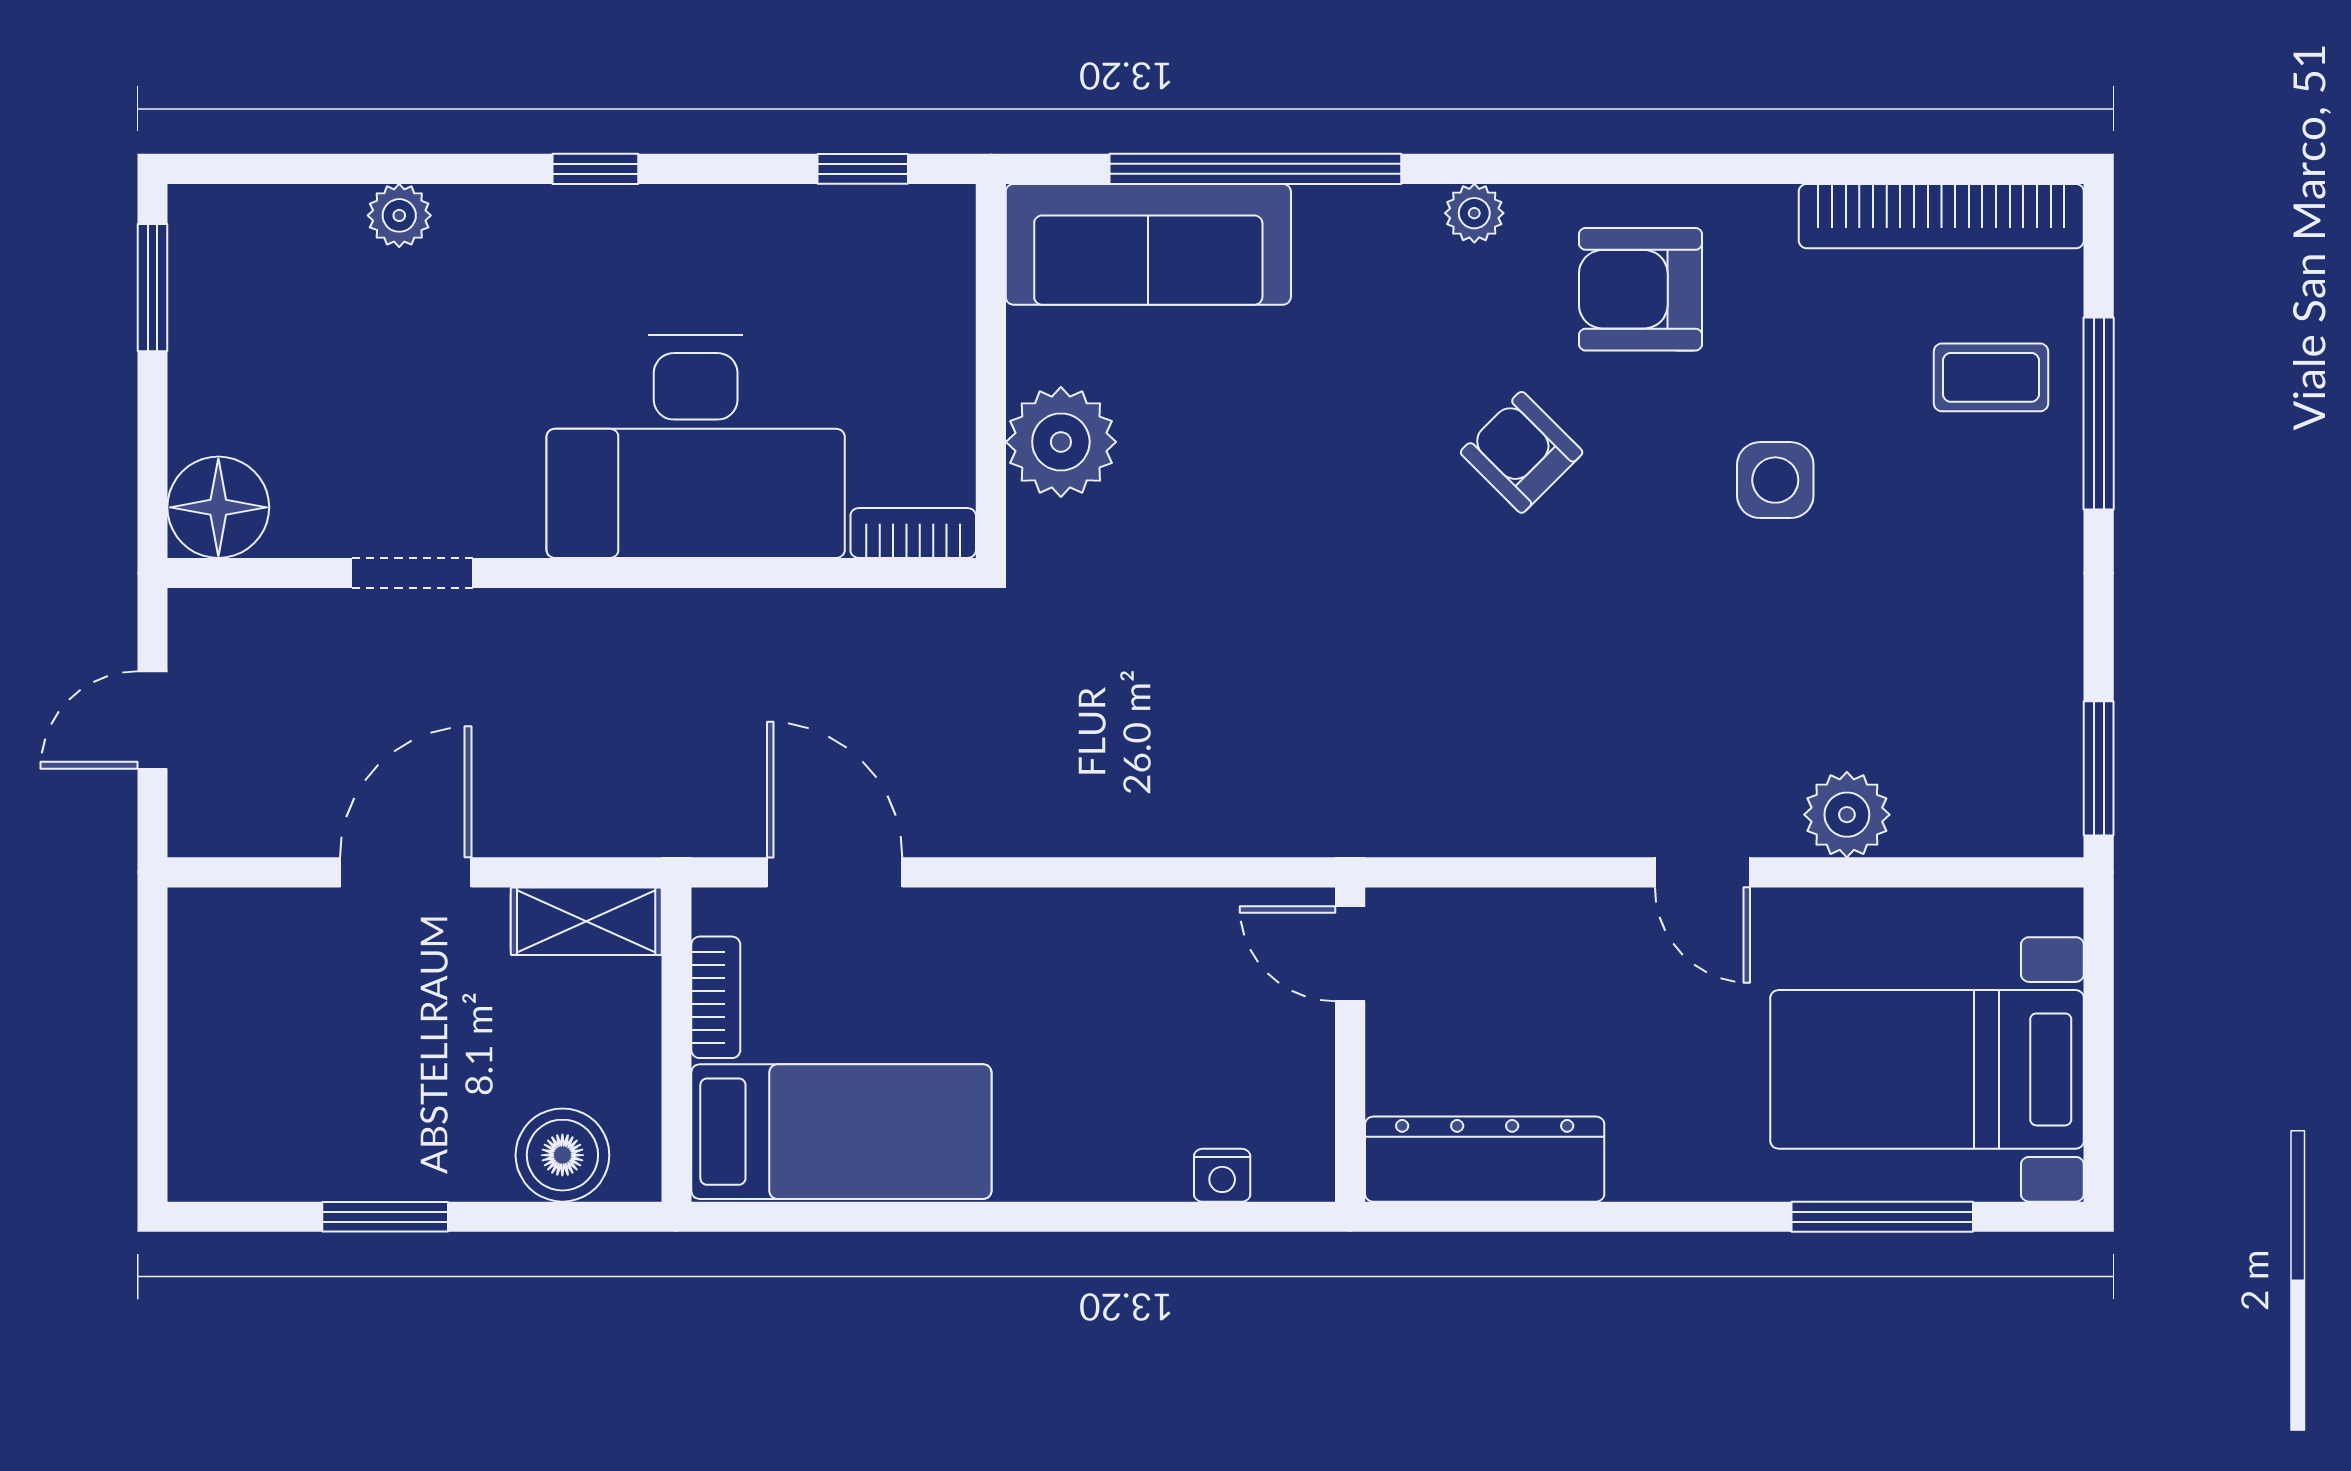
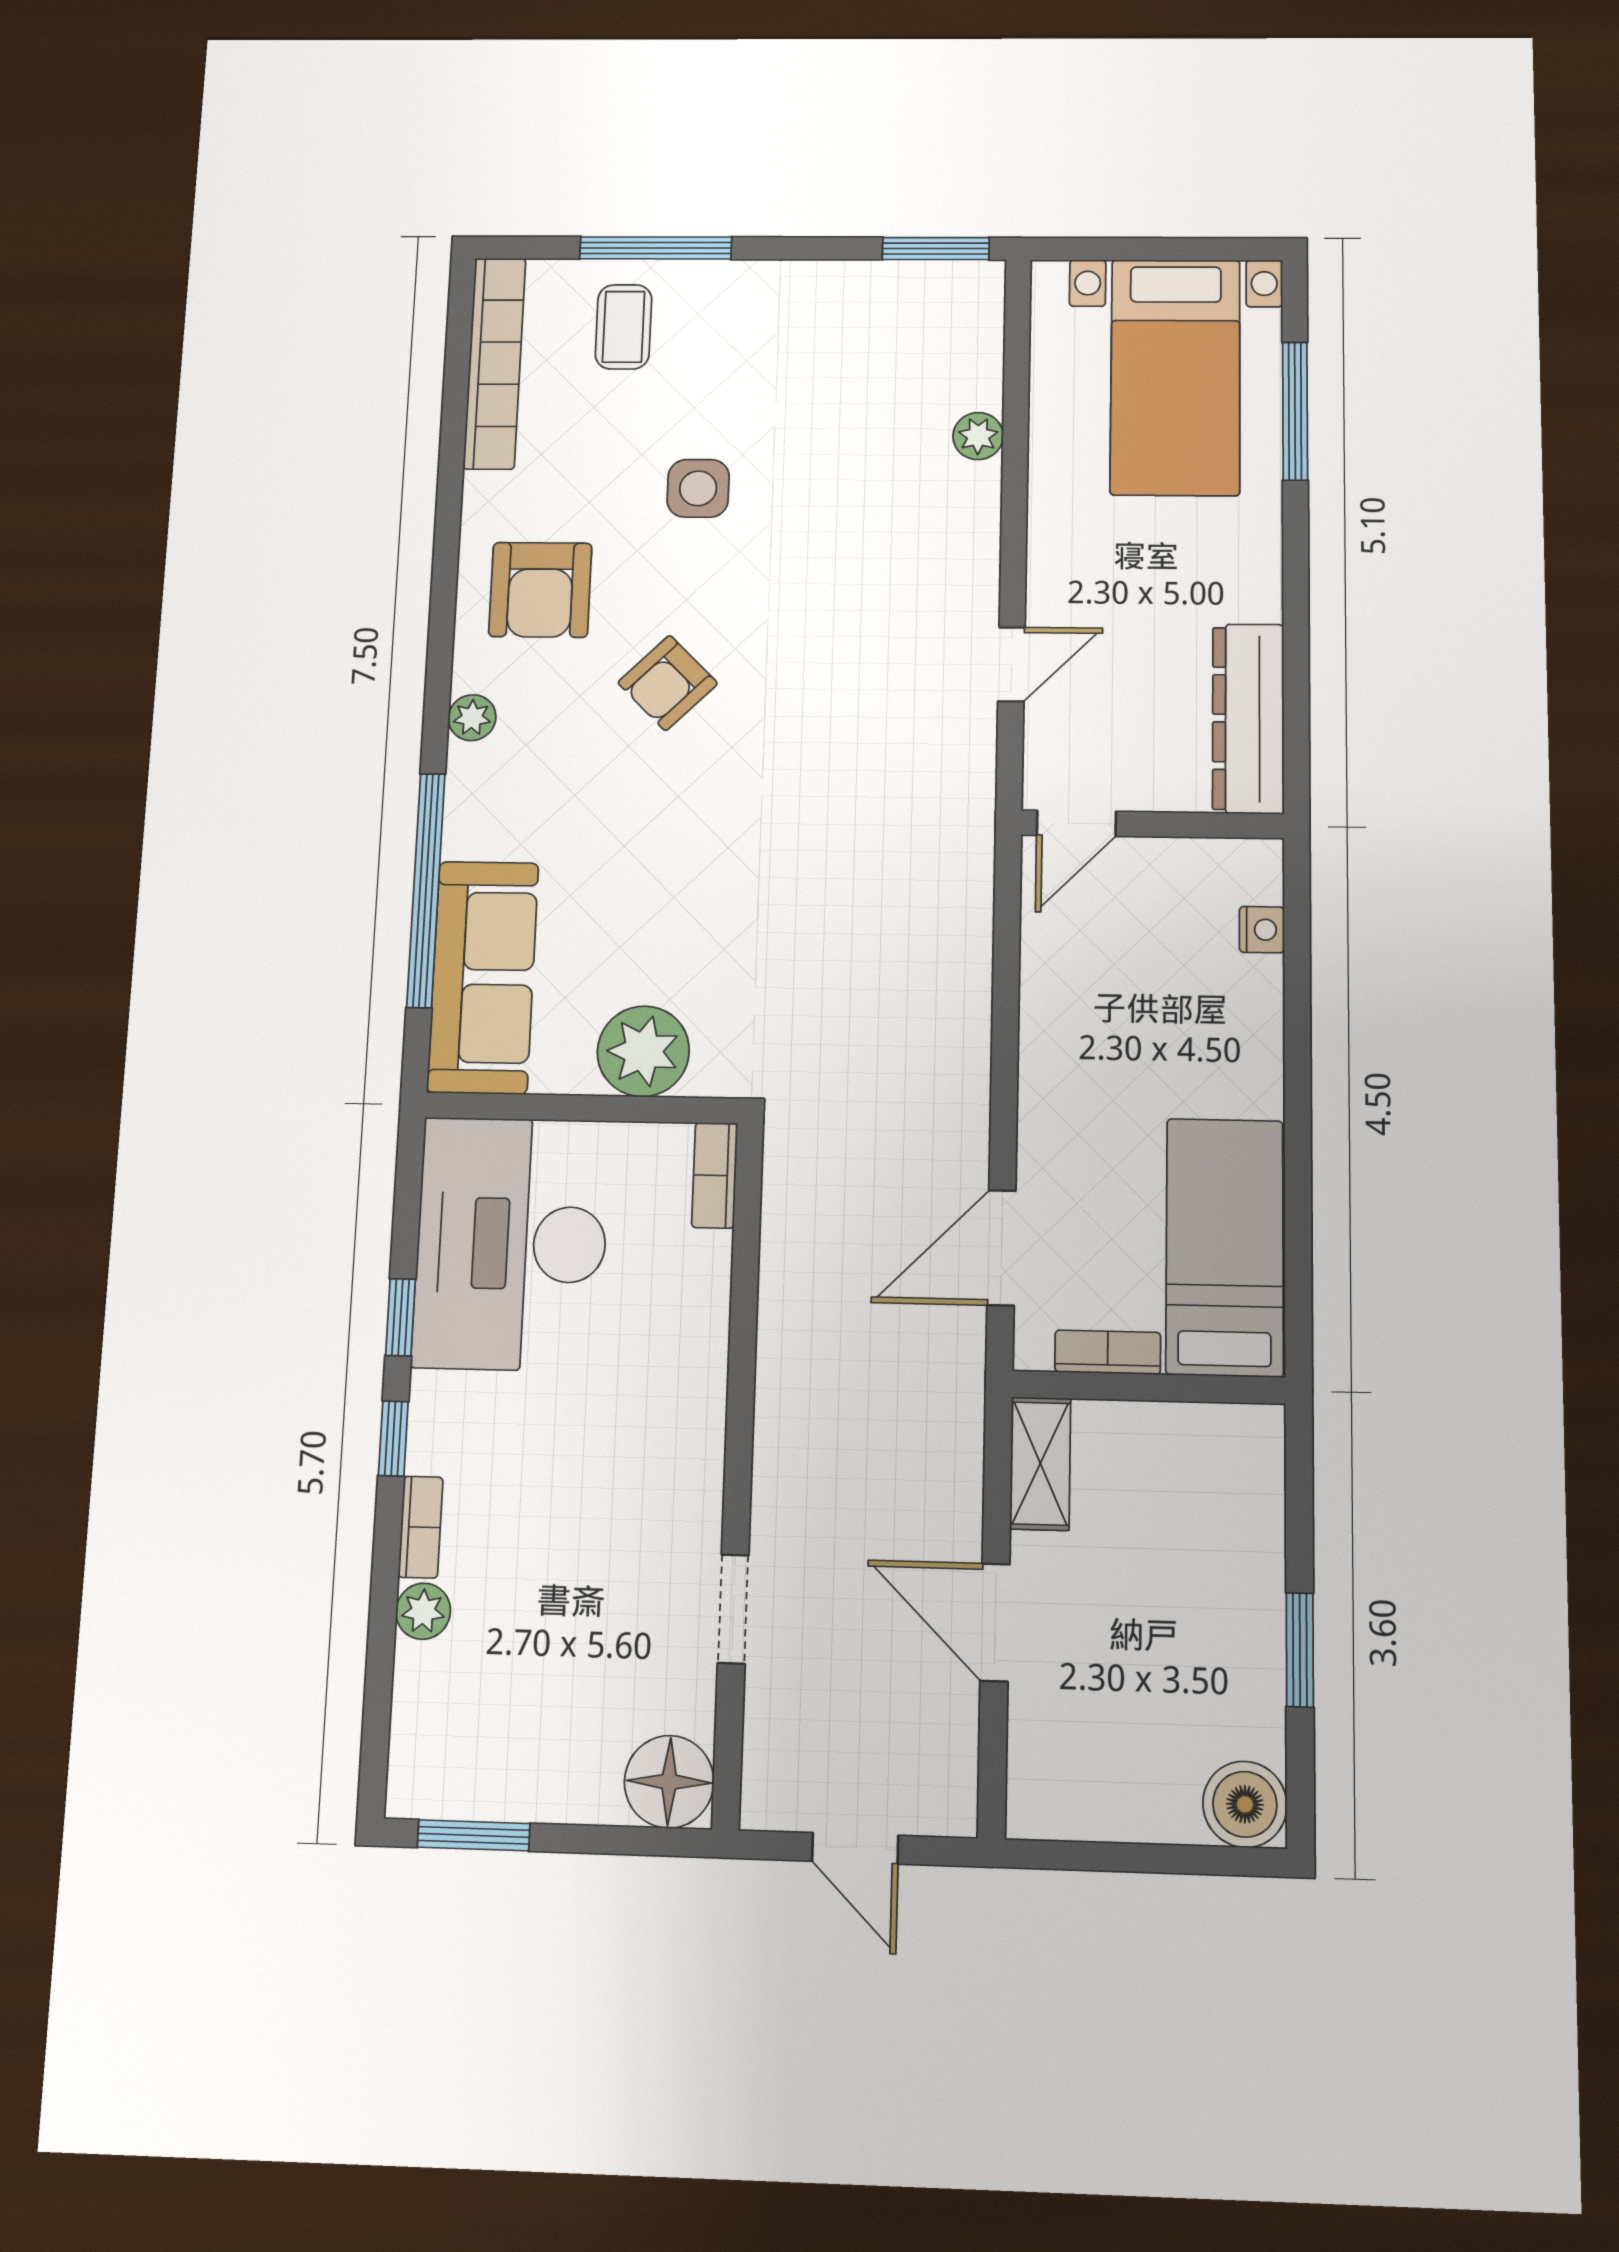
window: (863, 169) -> (400, 1317), moved
bookcase: (495, 207) -> (421, 1527), added
desk: (696, 447) -> (511, 1243), moved, turned 180
plant: (1847, 815) -> (978, 436), width x0.73, depth x0.73
door: (1702, 872) -> (1011, 664), moved
boiler: (562, 1155) -> (1245, 1804), moved

